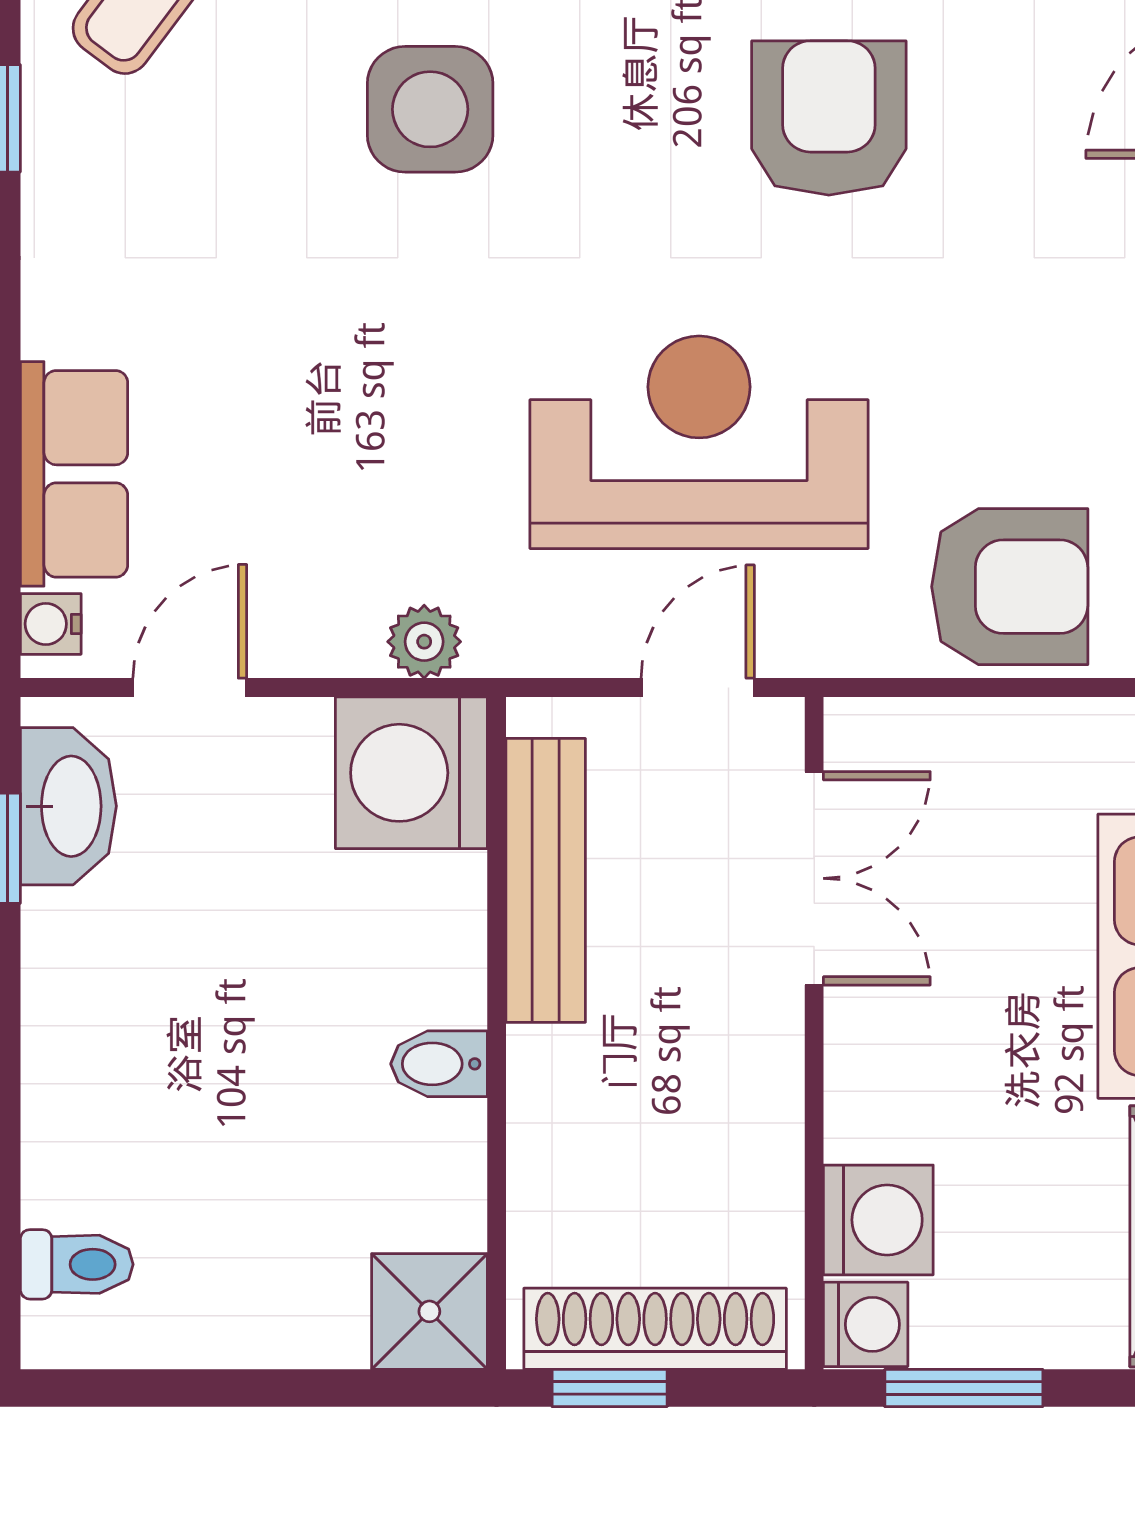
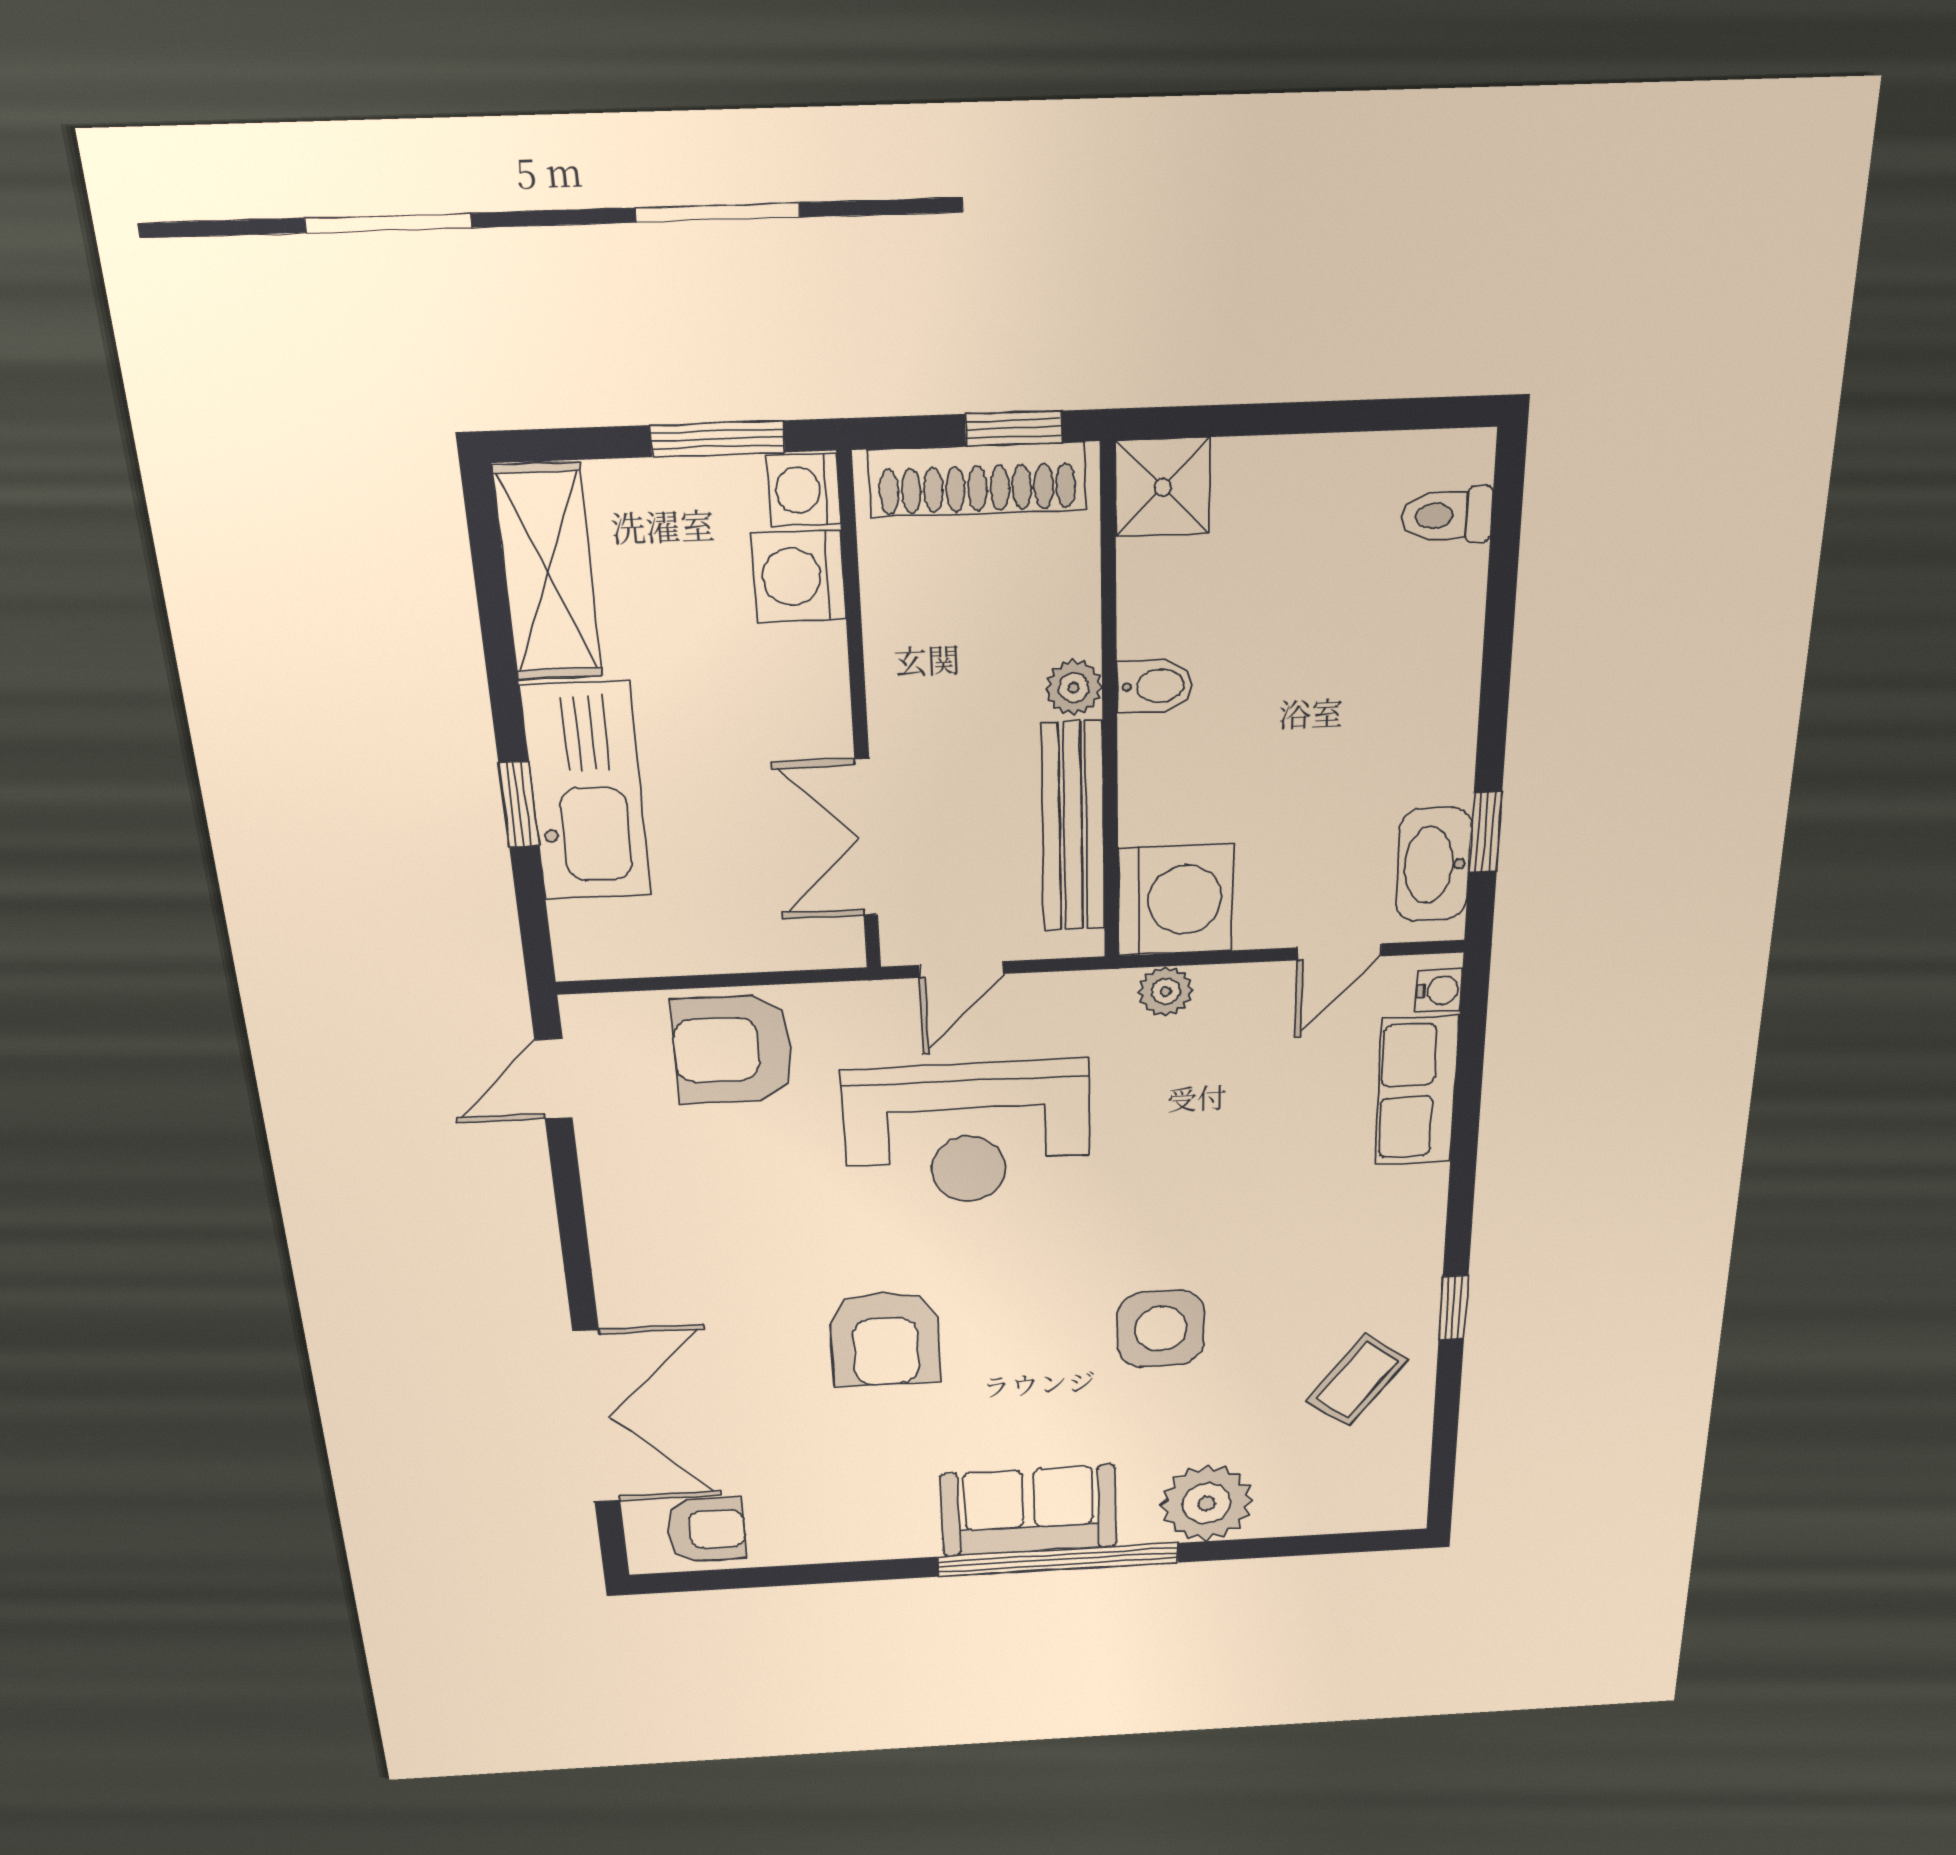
plant: (542, 1066) -> (1074, 688), added

